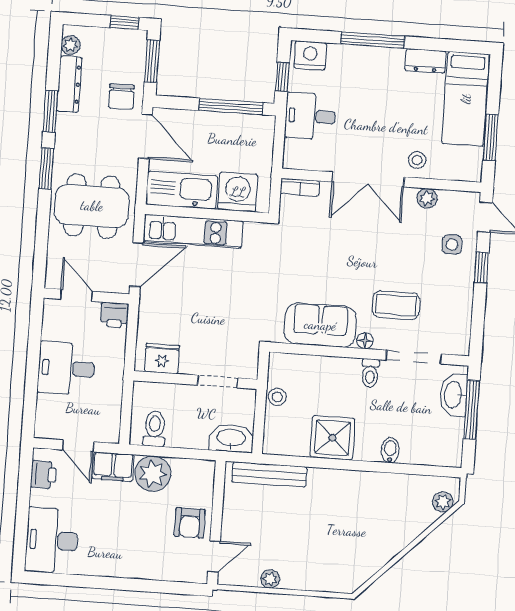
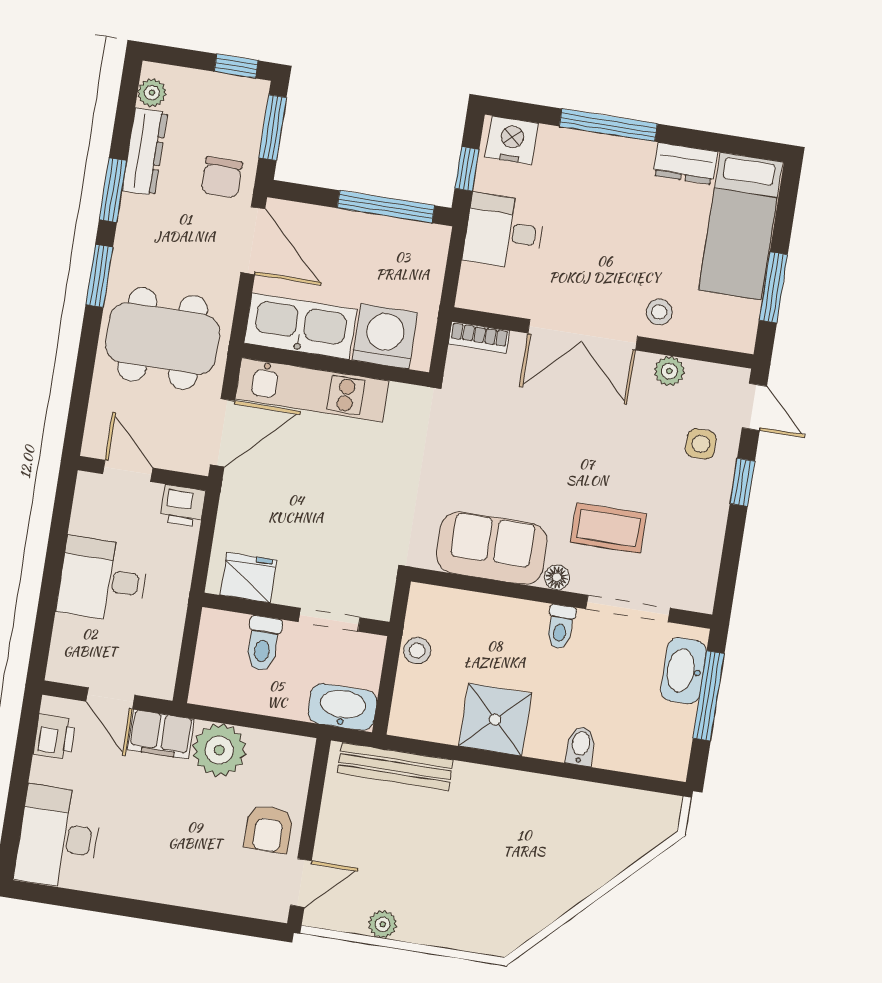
toilet: (155, 429) -> (263, 644), moved, turned 180
plant: (443, 502) -> (653, 831), removed

